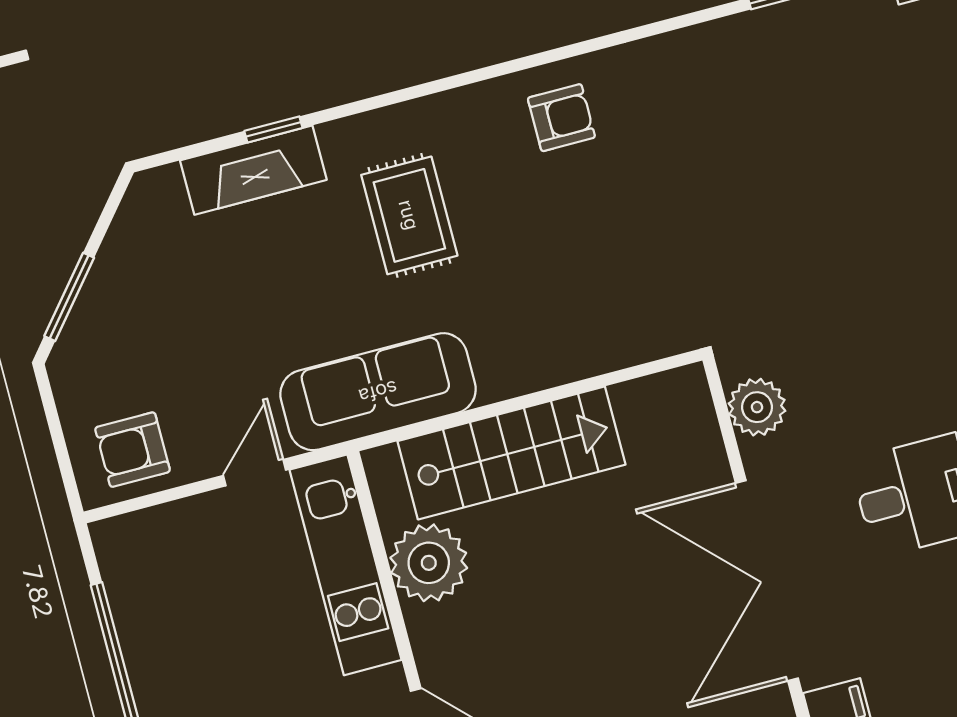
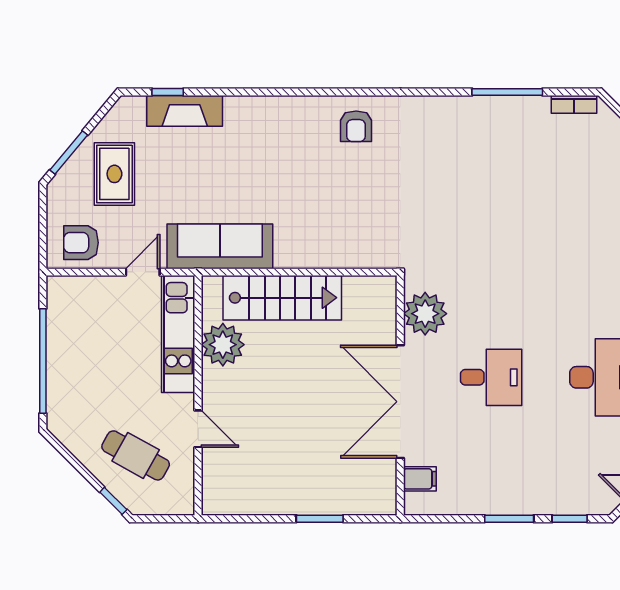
armchair: (561, 118) -> (356, 126), turned 90
window: (273, 129) -> (168, 92), moved
rug: (409, 215) -> (114, 174), moved
plant: (757, 407) -> (425, 314), width x1.36, depth x1.36

